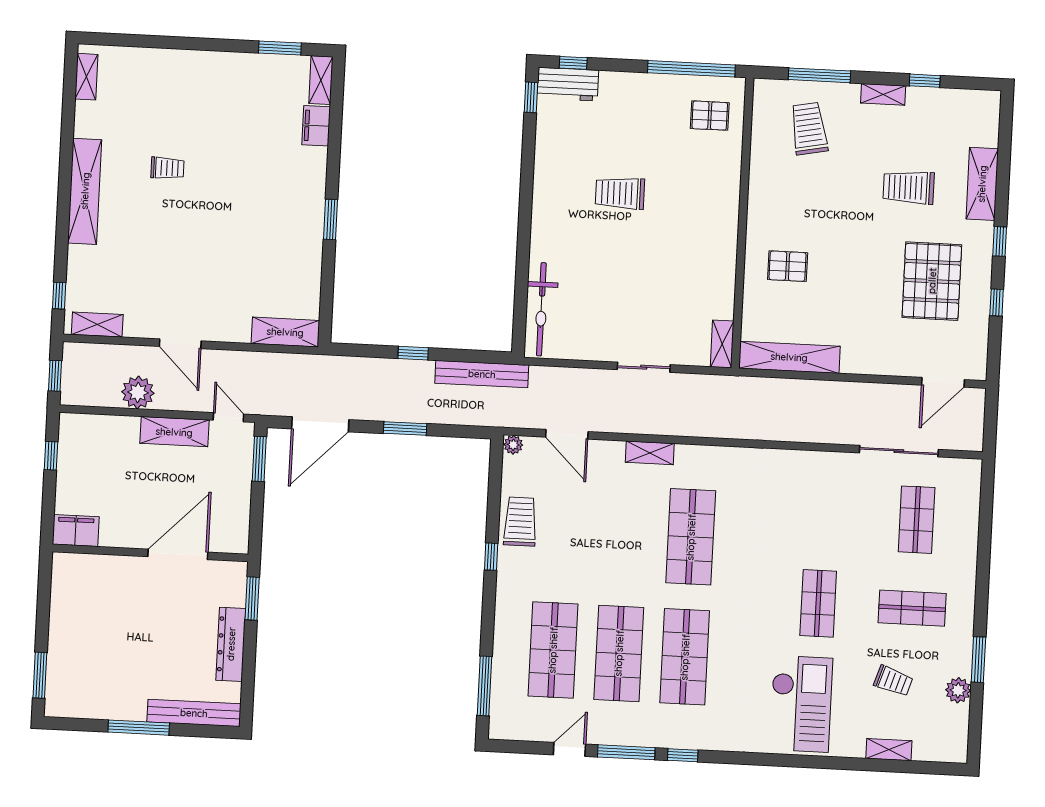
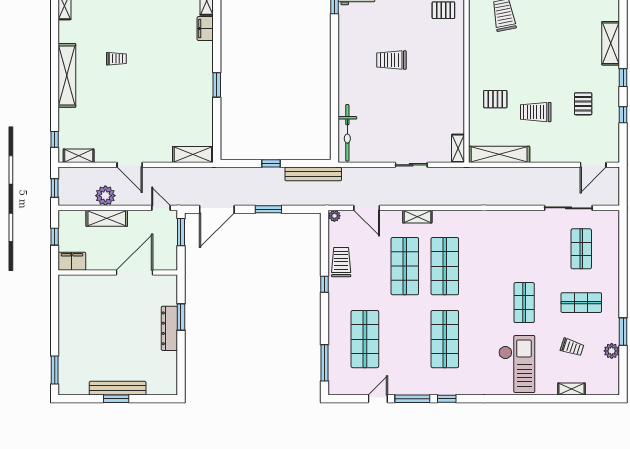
trolley: (909, 187) -> (536, 112), moved
pallet: (932, 281) -> (583, 104), width x0.49, depth x0.50
shelving: (174, 432) -> (107, 218), moved
filing cabinet: (76, 531) -> (72, 261), moved
wall: (150, 553) -> (118, 272), moved
door: (178, 554) -> (134, 272), moved
dresser: (231, 644) -> (169, 328), moved
shop shelf: (619, 653) -> (405, 266), moved
bench: (194, 713) -> (118, 388), moved
window: (139, 728) -> (116, 399), width x0.69

